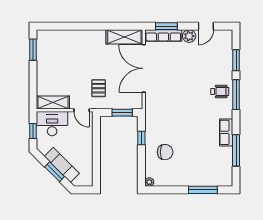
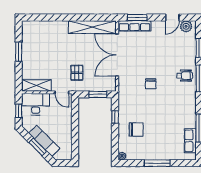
plant: (189, 36) -> (186, 26), moved
shelving: (124, 37) -> (92, 27), width x1.47
window: (33, 50) -> (19, 52), moved
chair: (181, 101) -> (151, 84), added
row of seats: (226, 132) -> (190, 141), moved
window: (203, 190) -> (157, 163), moved

